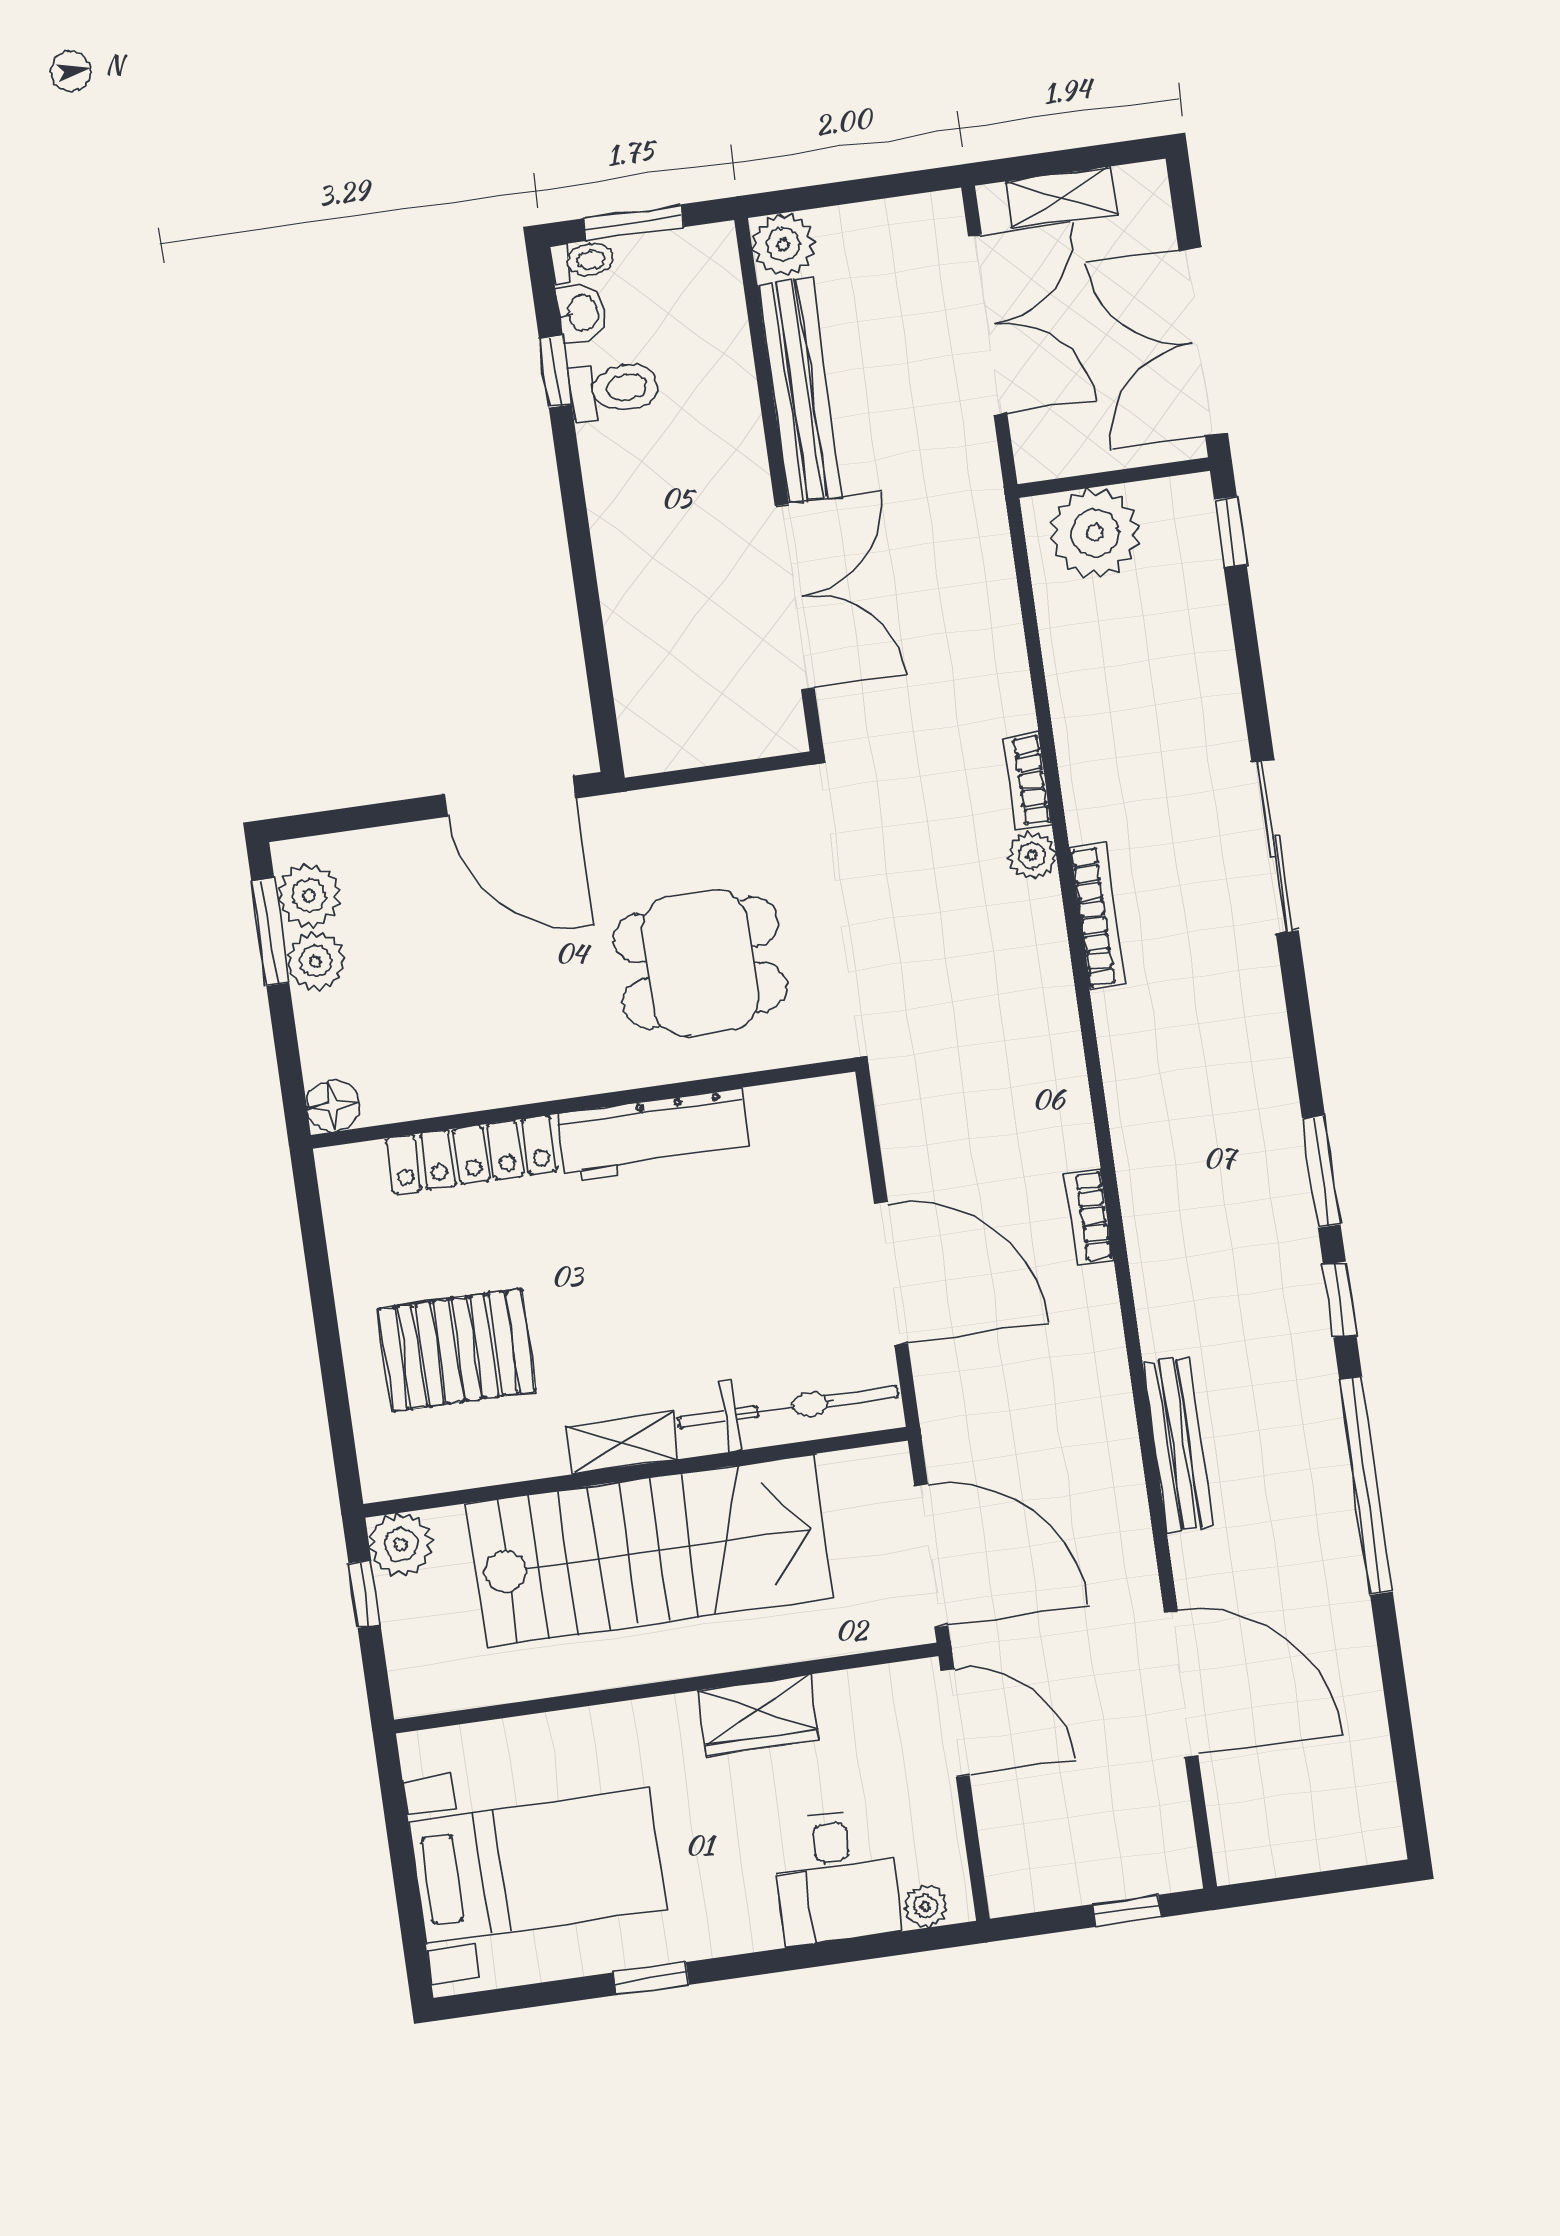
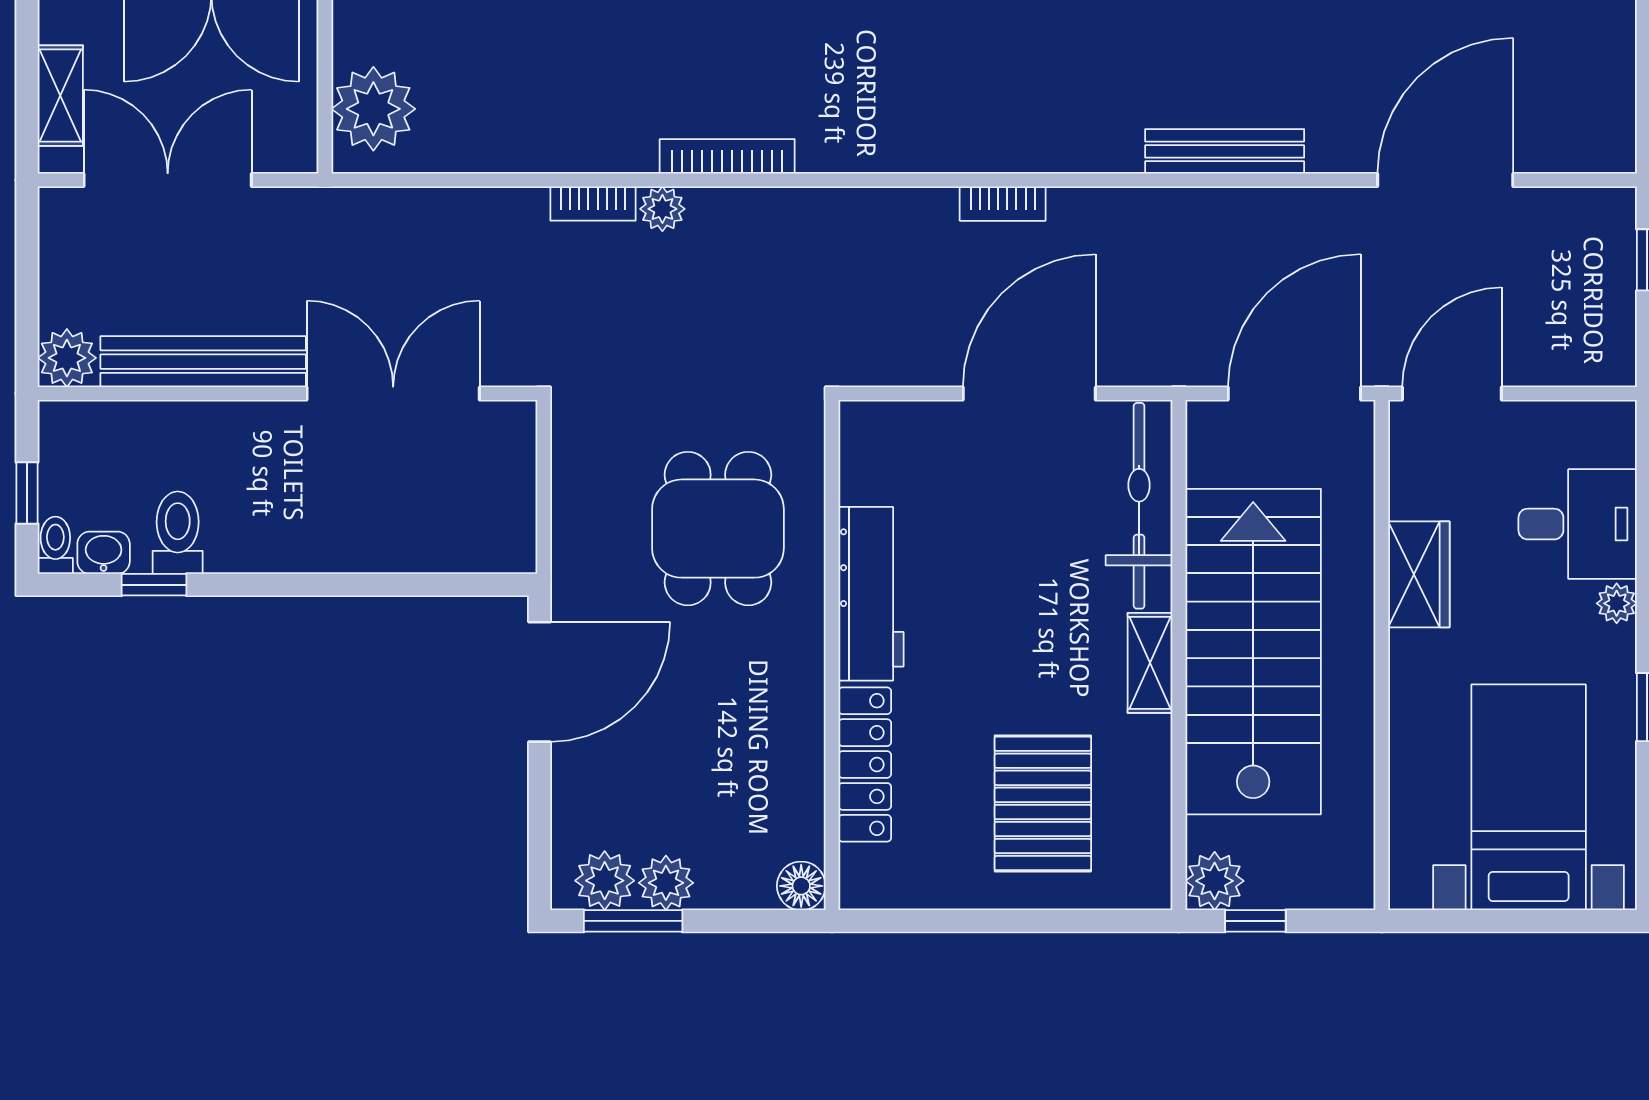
window: (634, 223) -> (27, 493), width x0.67
plant: (926, 1906) -> (1617, 603), moved

